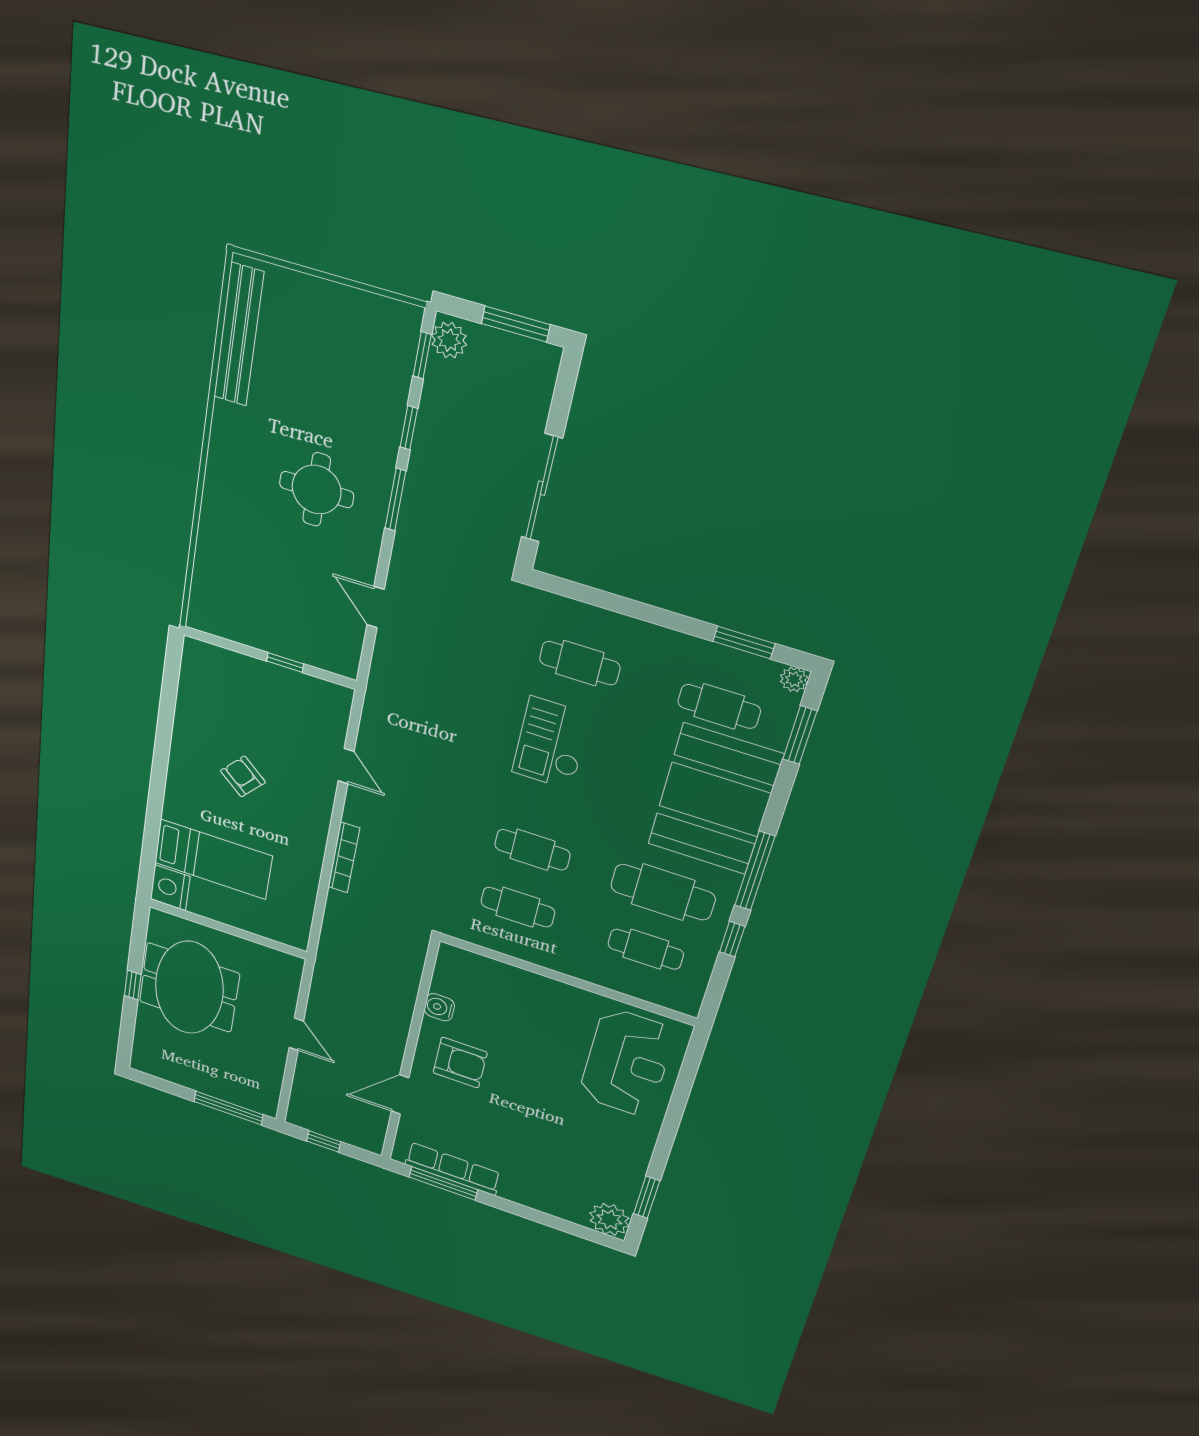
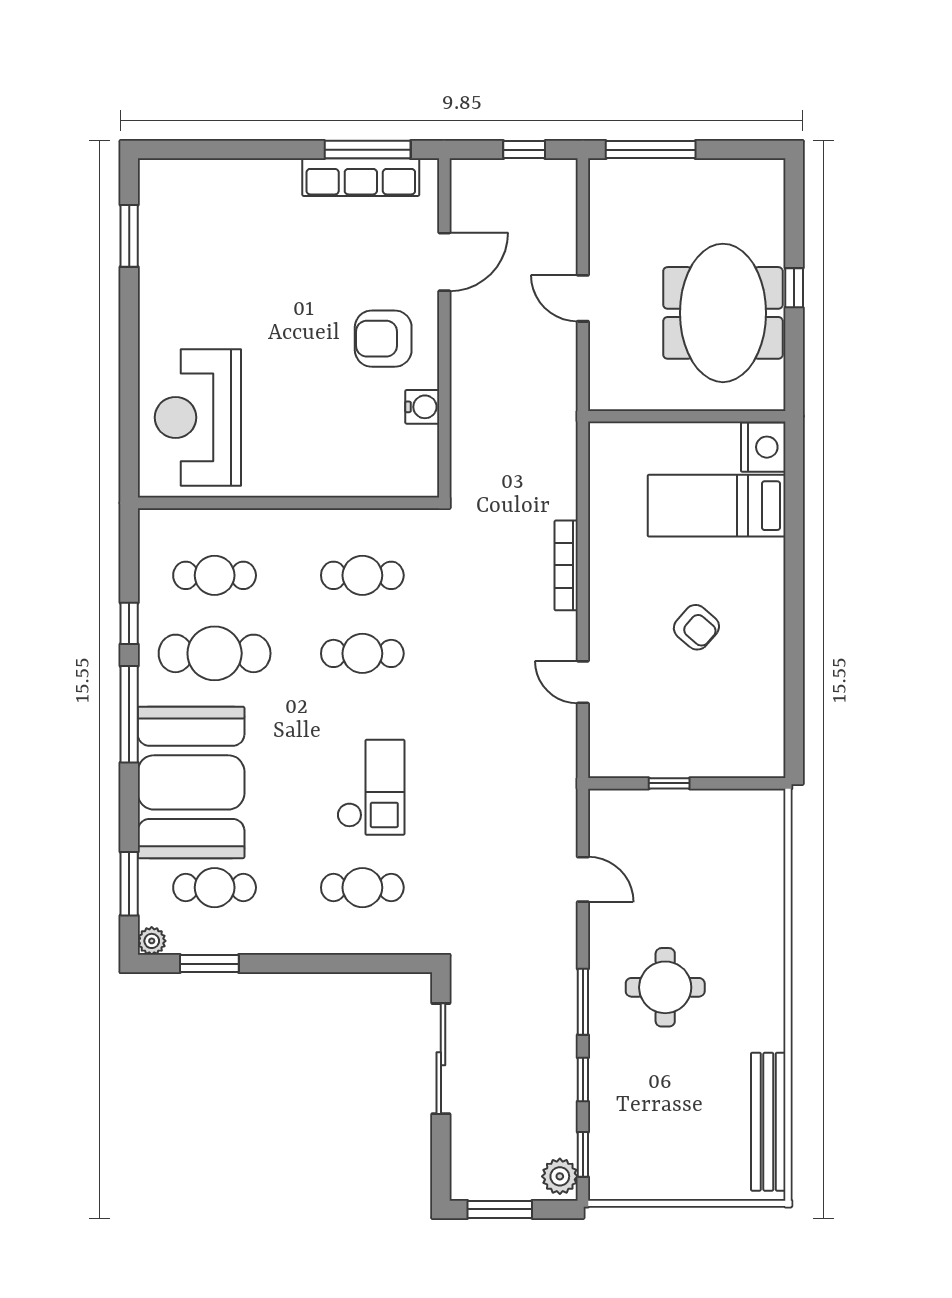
plant: (609, 1219) -> (163, 183), removed

